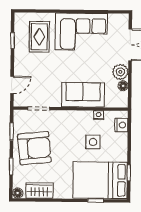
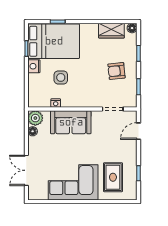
plant: (120, 72) -> (35, 118), moved
nightstand: (121, 125) -> (34, 66), moved
armchair: (34, 148) -> (116, 71), width x0.53, depth x0.53

